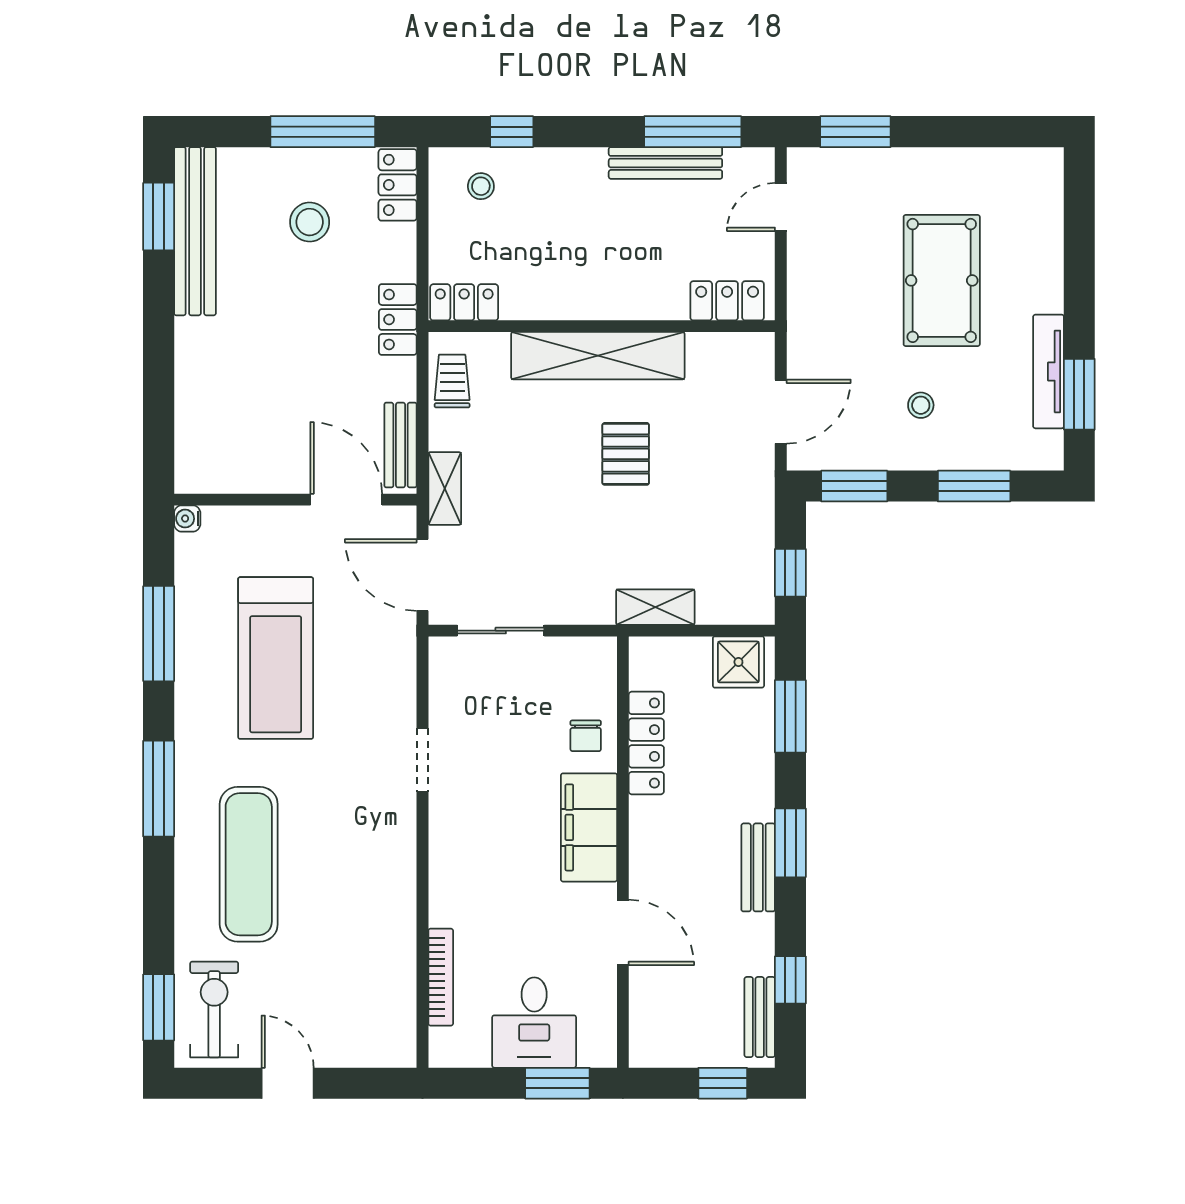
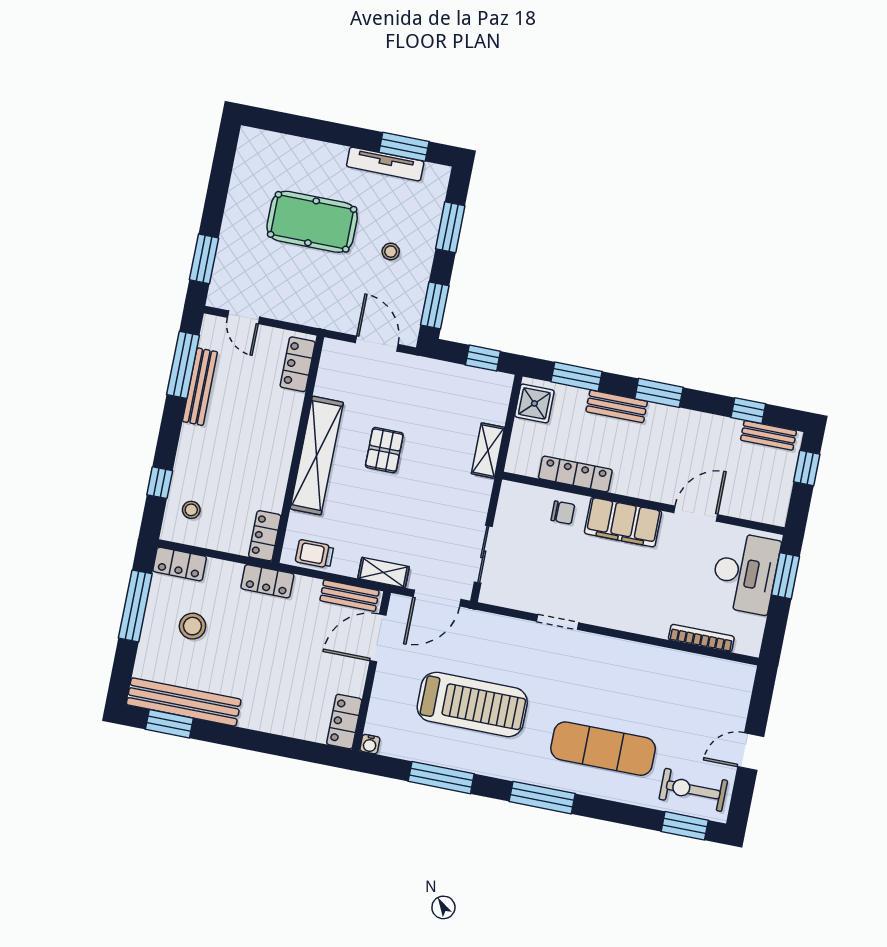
pallet: (626, 454) -> (384, 450), turned 90
locker: (213, 474) -> (344, 722), added
bench: (758, 867) -> (617, 406), moved
desk: (534, 1023) -> (745, 573), width x1.37

